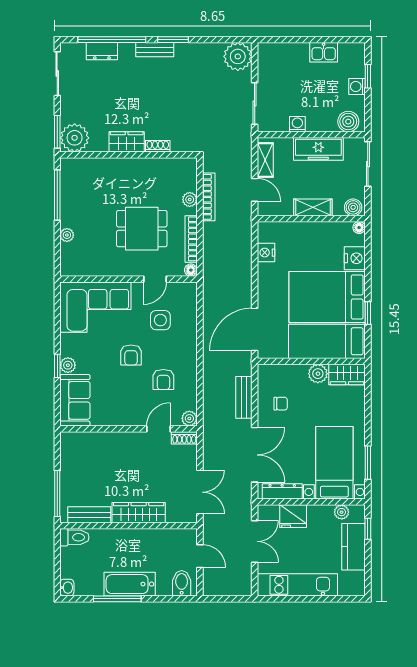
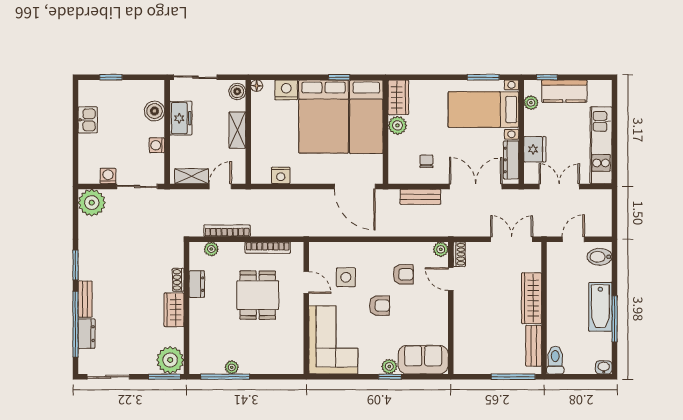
bench: (155, 50) -> (85, 299), moved
washing machine: (357, 86) -> (108, 176), moved, turned 180
boiler: (348, 122) -> (154, 111), moved
freezer: (318, 149) -> (181, 118), width x0.71
dresser: (153, 165) -> (197, 284), added
plant: (190, 200) -> (211, 249), moved
plant: (67, 235) -> (232, 367), moved
floor lamp: (191, 270) -> (298, 248), removed

